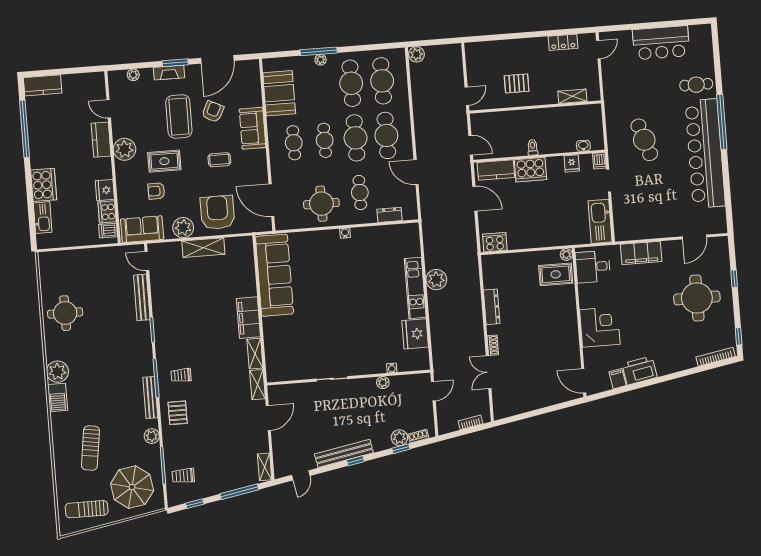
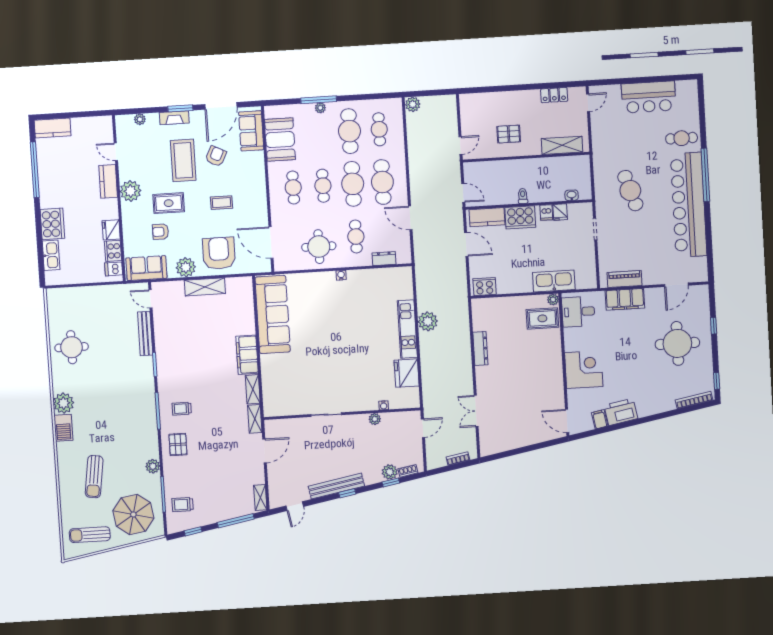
cafe table: (382, 81) -> (379, 129), width x0.73, depth x0.74
shelving: (572, 96) -> (562, 145), width x1.50, depth x1.33
sofa: (253, 128) -> (251, 131), moved
dishwasher: (599, 161) -> (546, 213), moved
kitchen sink: (600, 221) -> (554, 281), moved, turned 90
piano: (640, 232) -> (625, 279), added
shoe rack: (493, 345) -> (481, 385), removed
bench: (150, 397) -> (152, 429), removed

